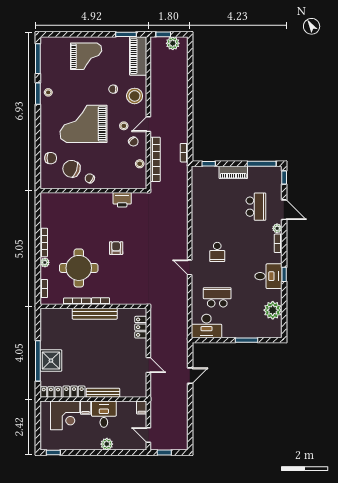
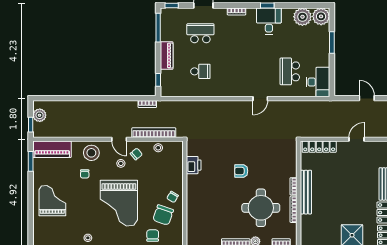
plant: (277, 228) -> (321, 16), moved, width x1.88, depth x1.88
school desk: (217, 252) -> (200, 71), moved
locker: (141, 327) -> (319, 147), width x1.53

